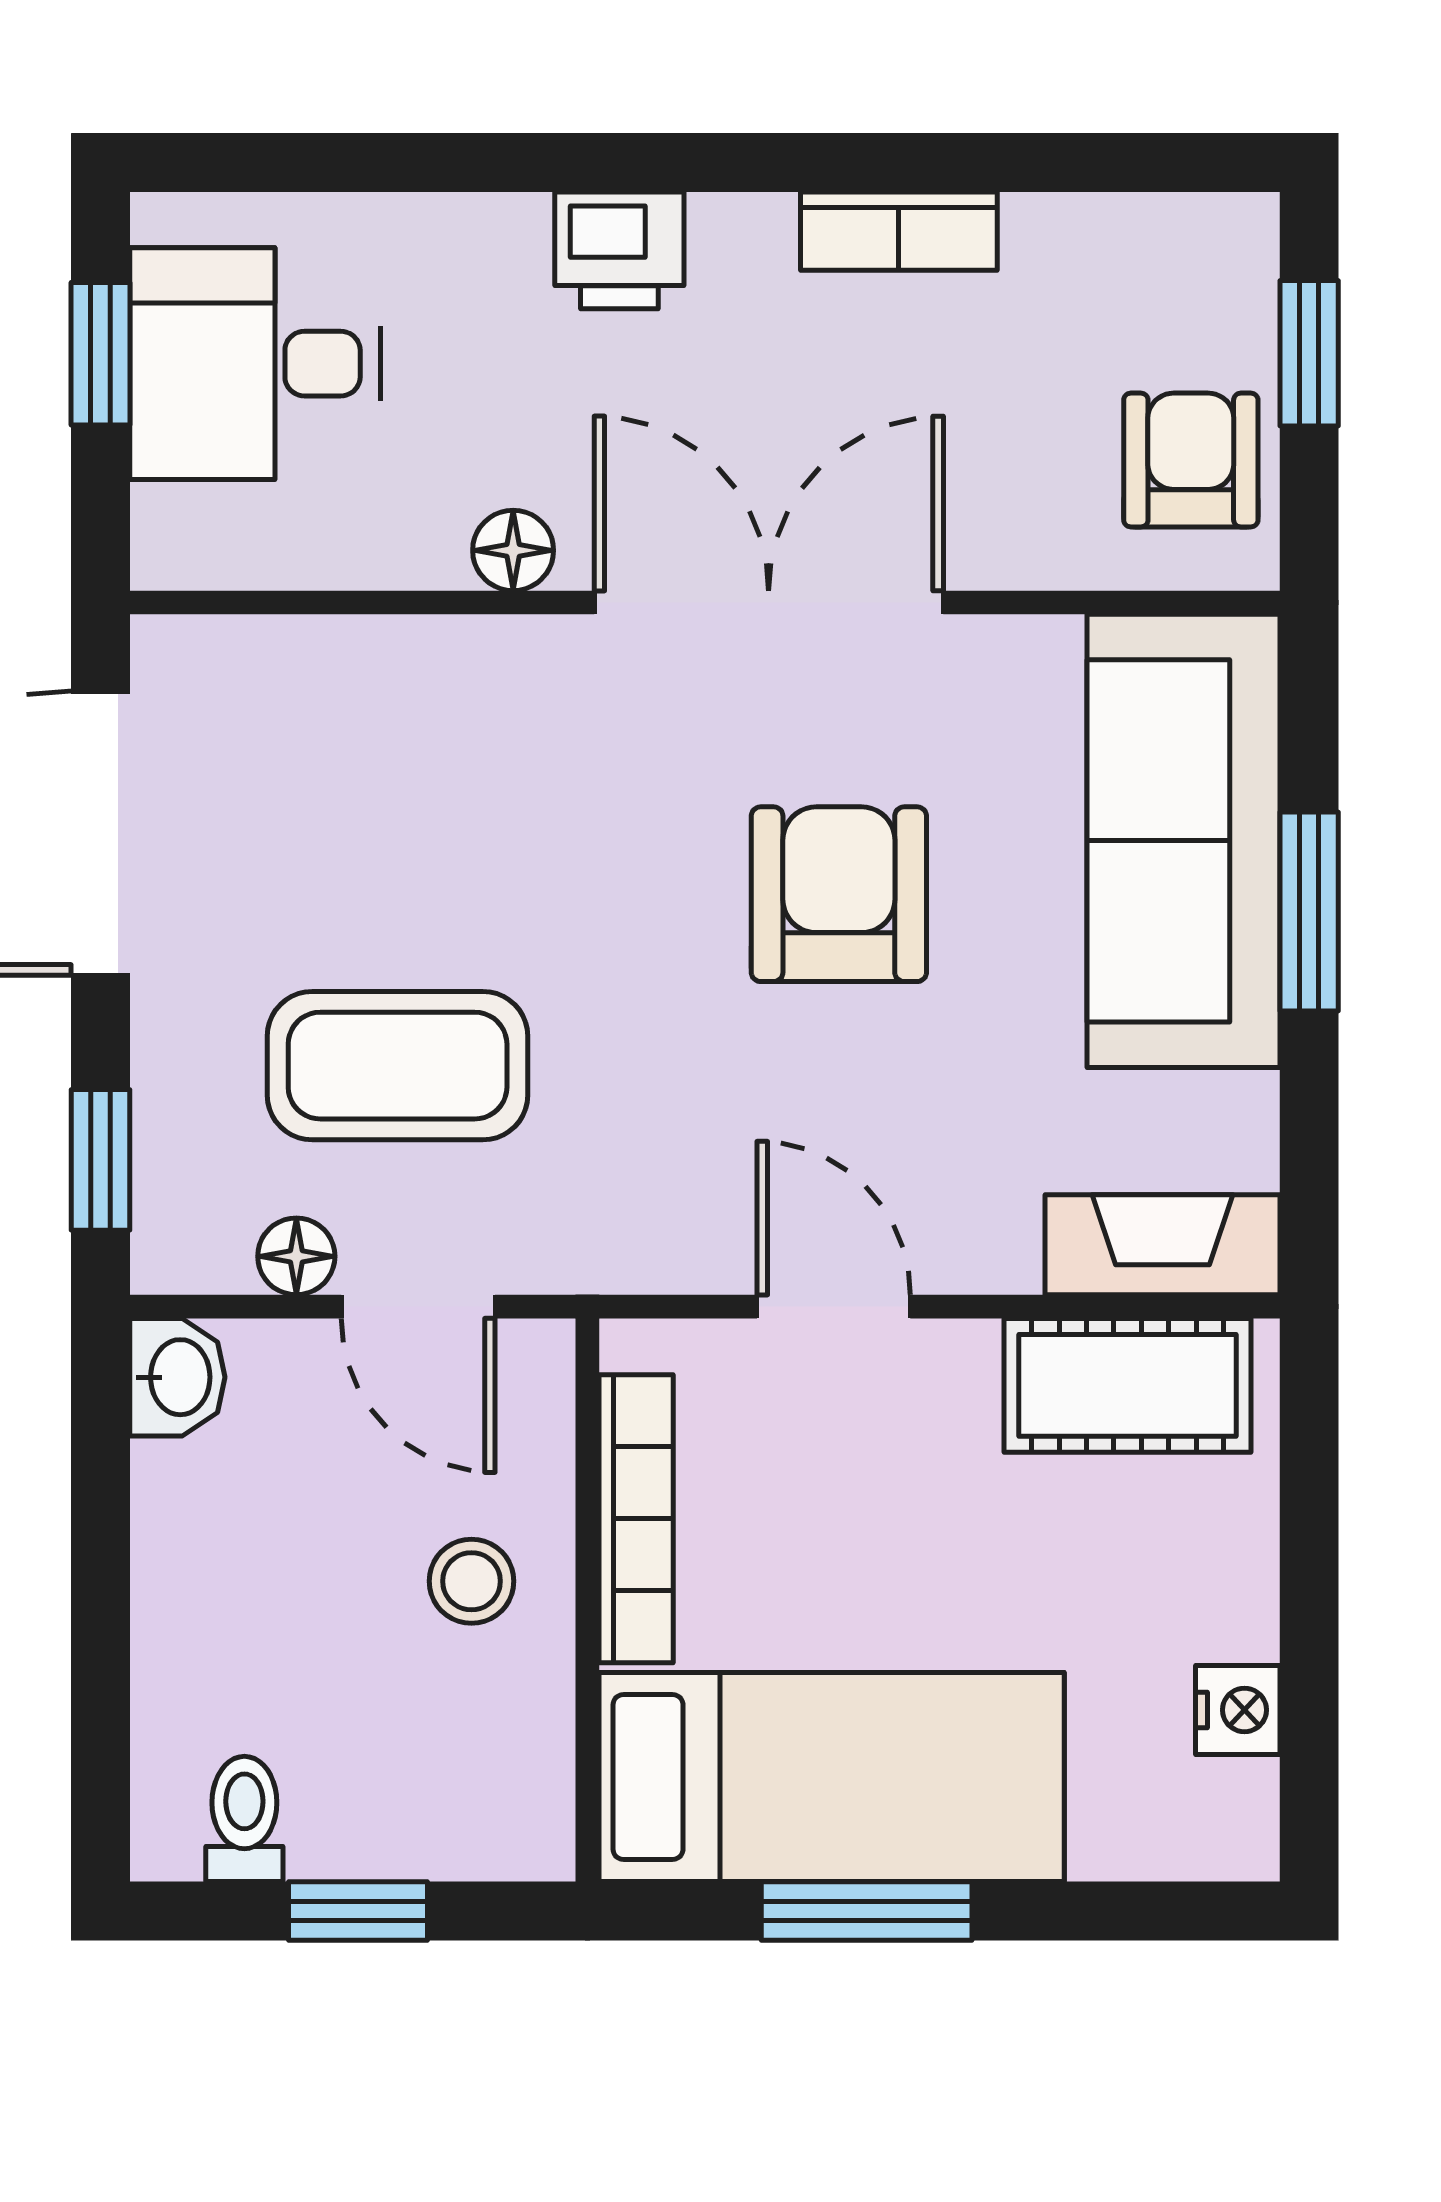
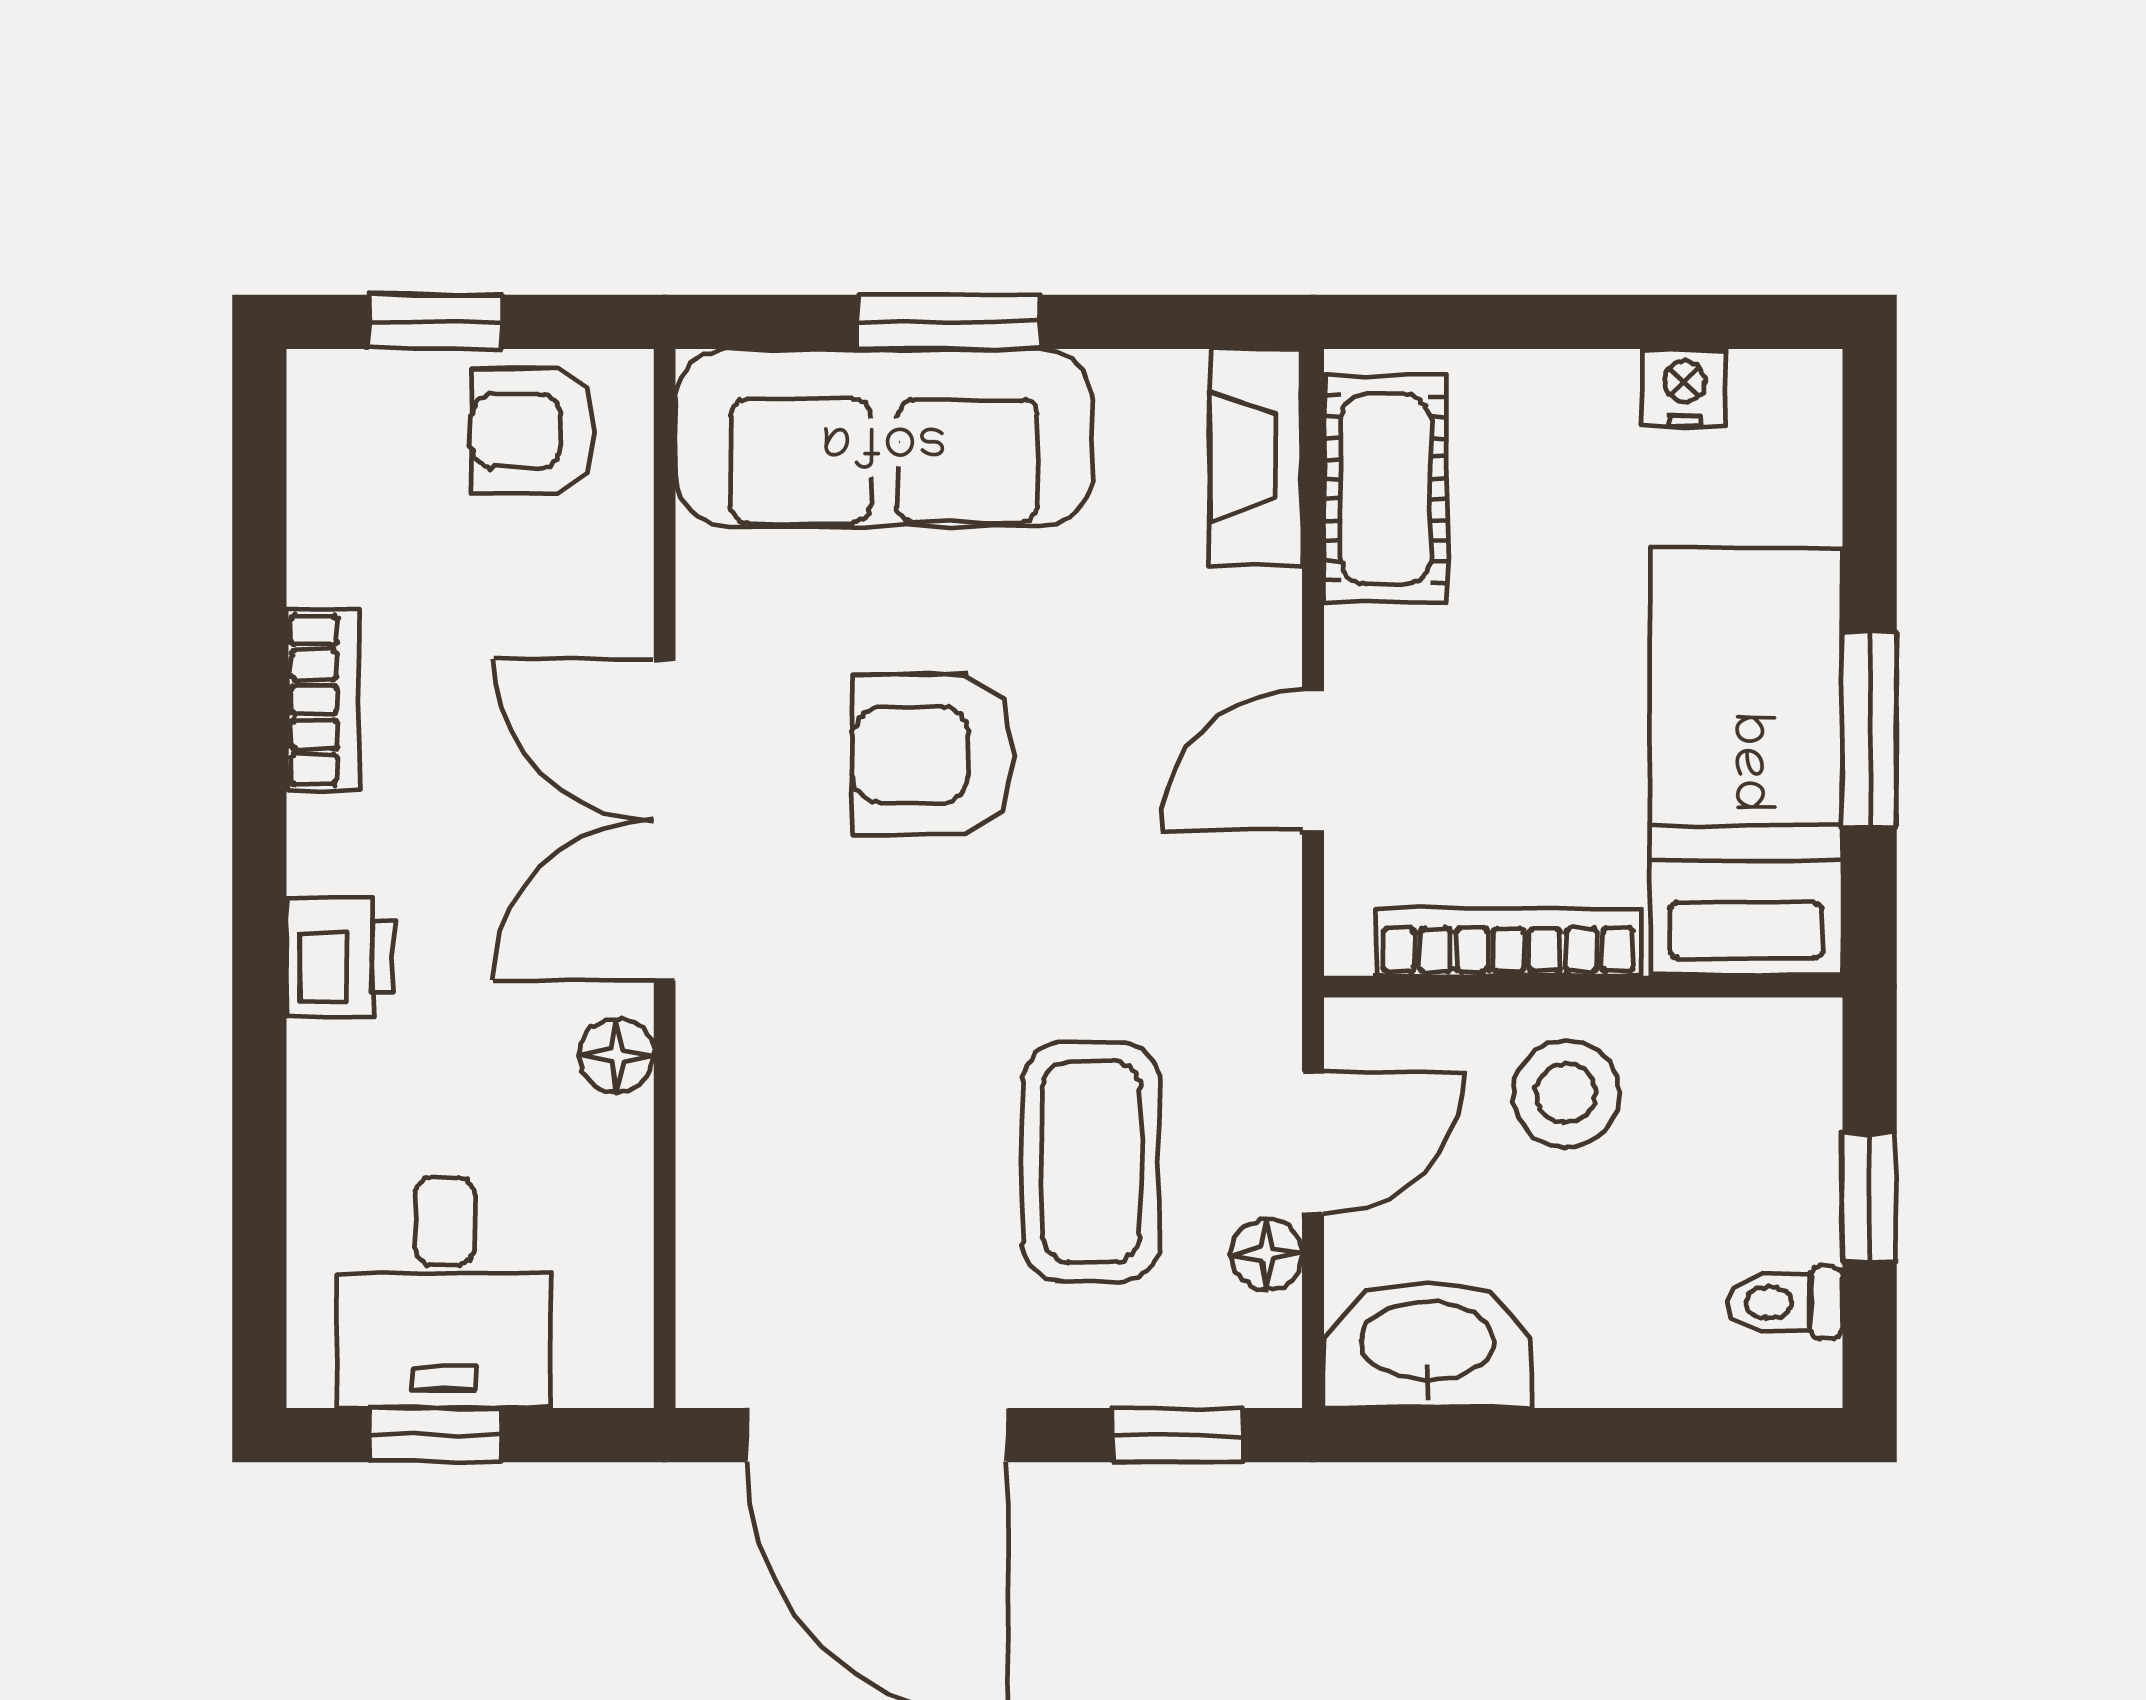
washbasin: (177, 1377) -> (1428, 1345), width x1.91, depth x1.45
stool: (471, 1581) -> (1566, 1093), width x1.37, depth x1.37

